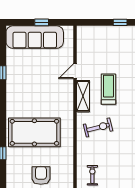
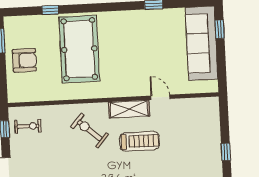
window: (42, 22) -> (220, 29), moved
exercise bike: (98, 127) -> (90, 130), turned 145

